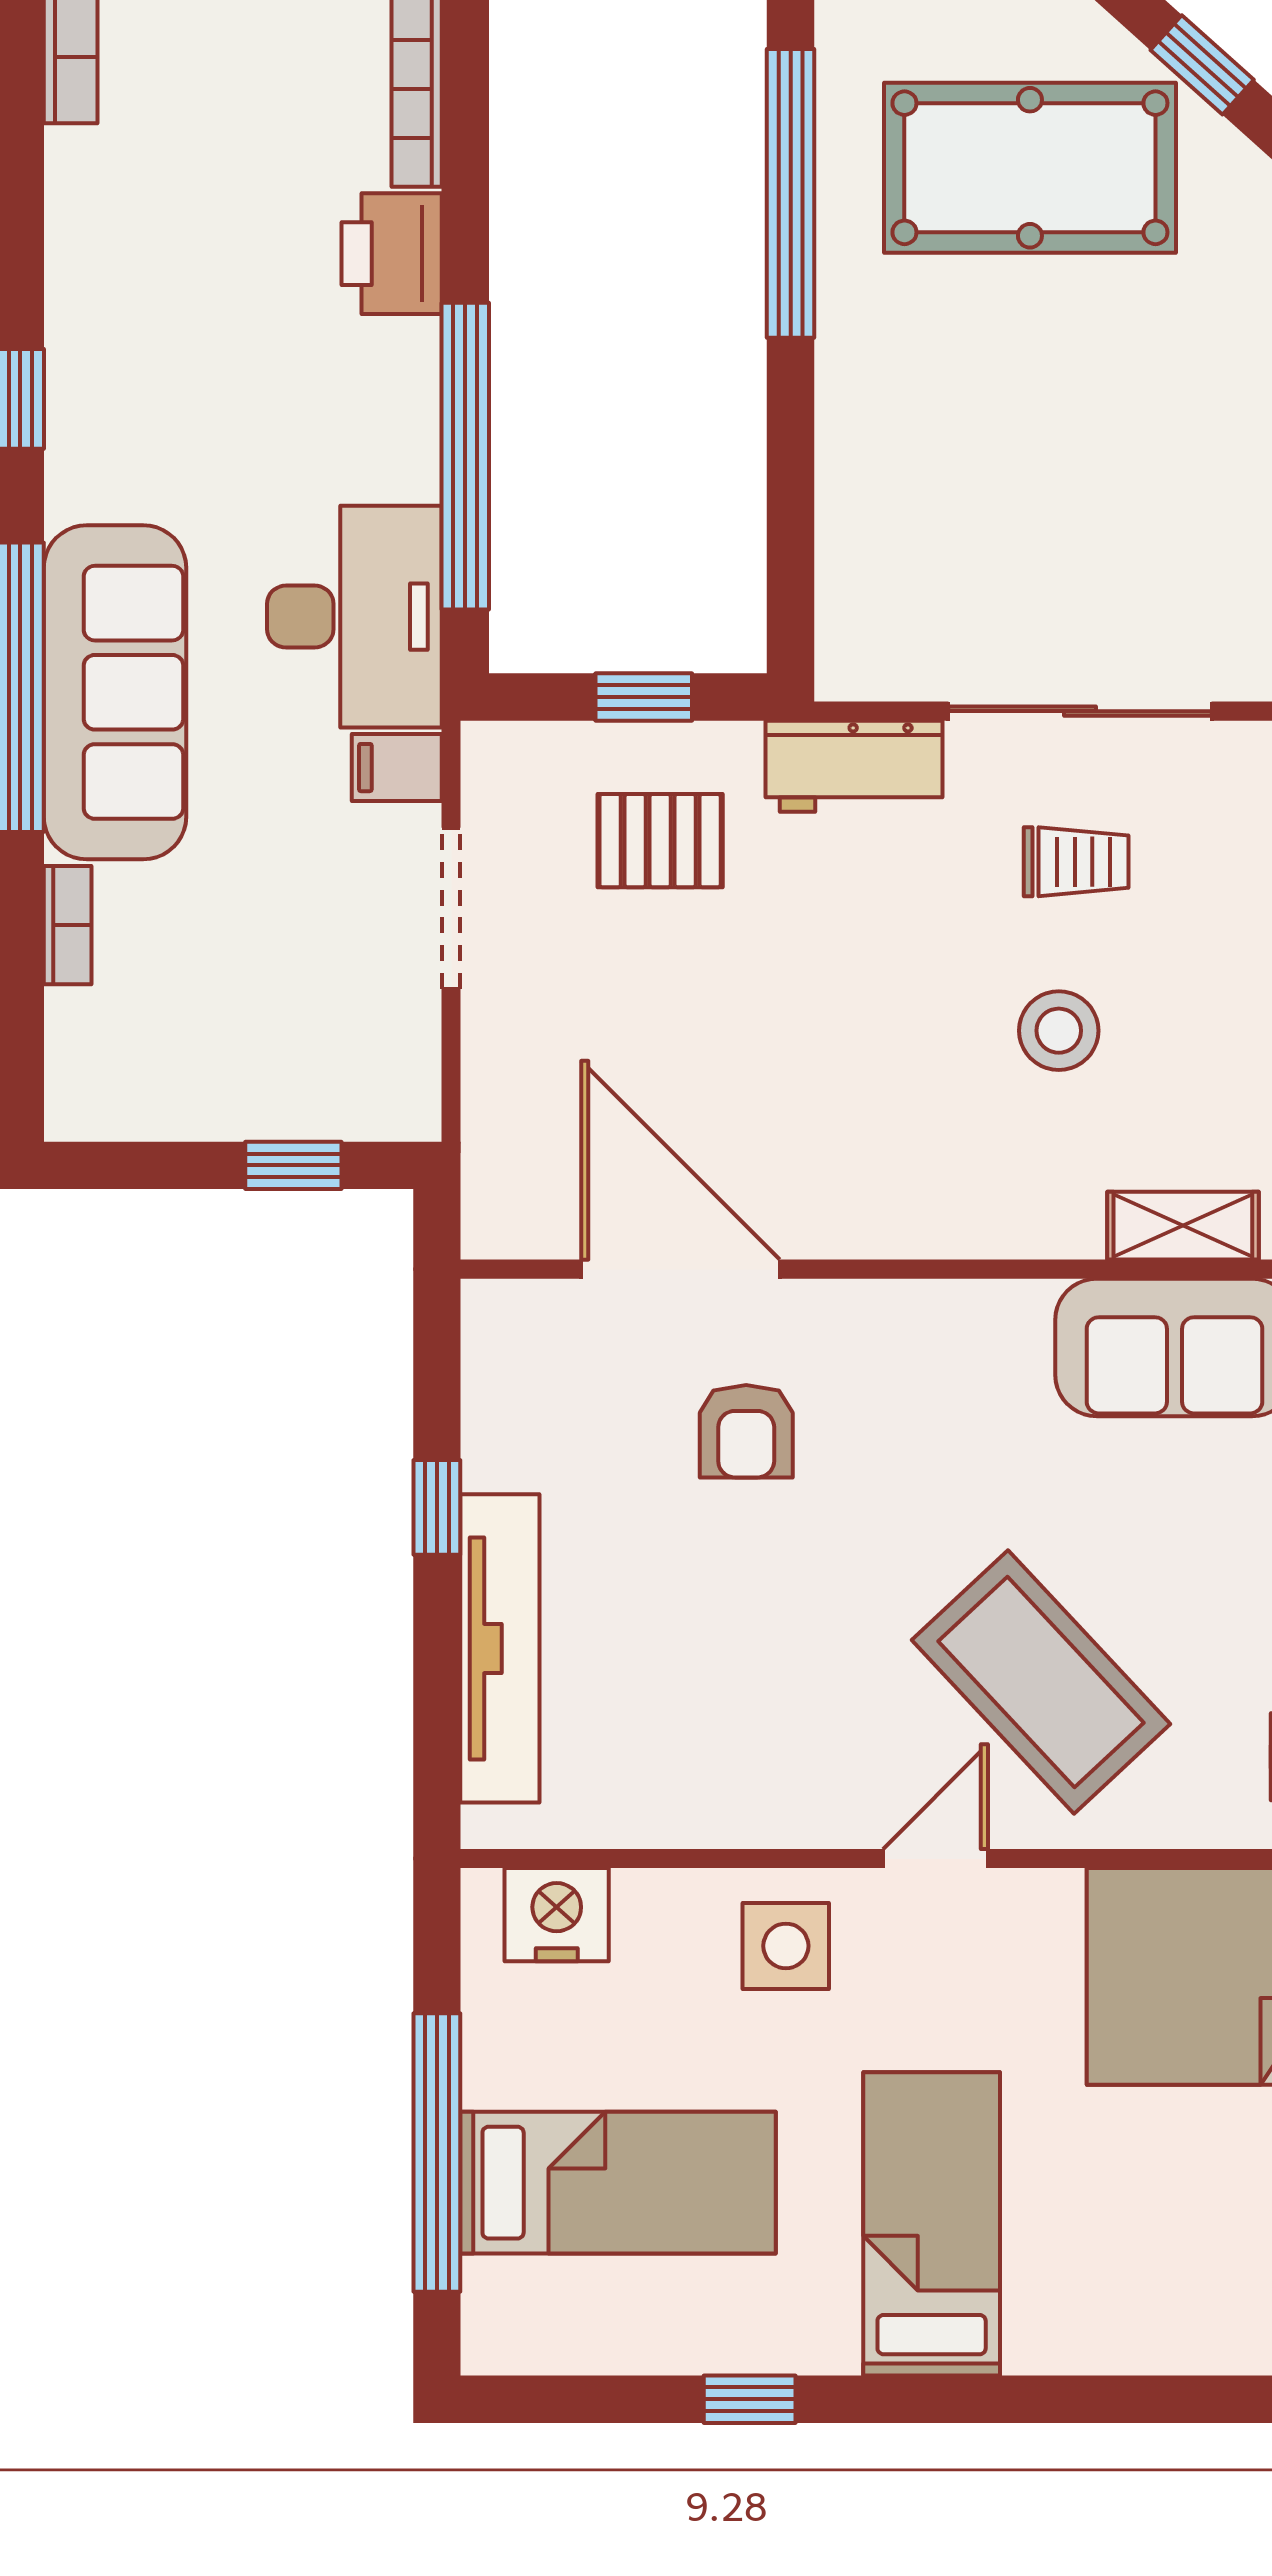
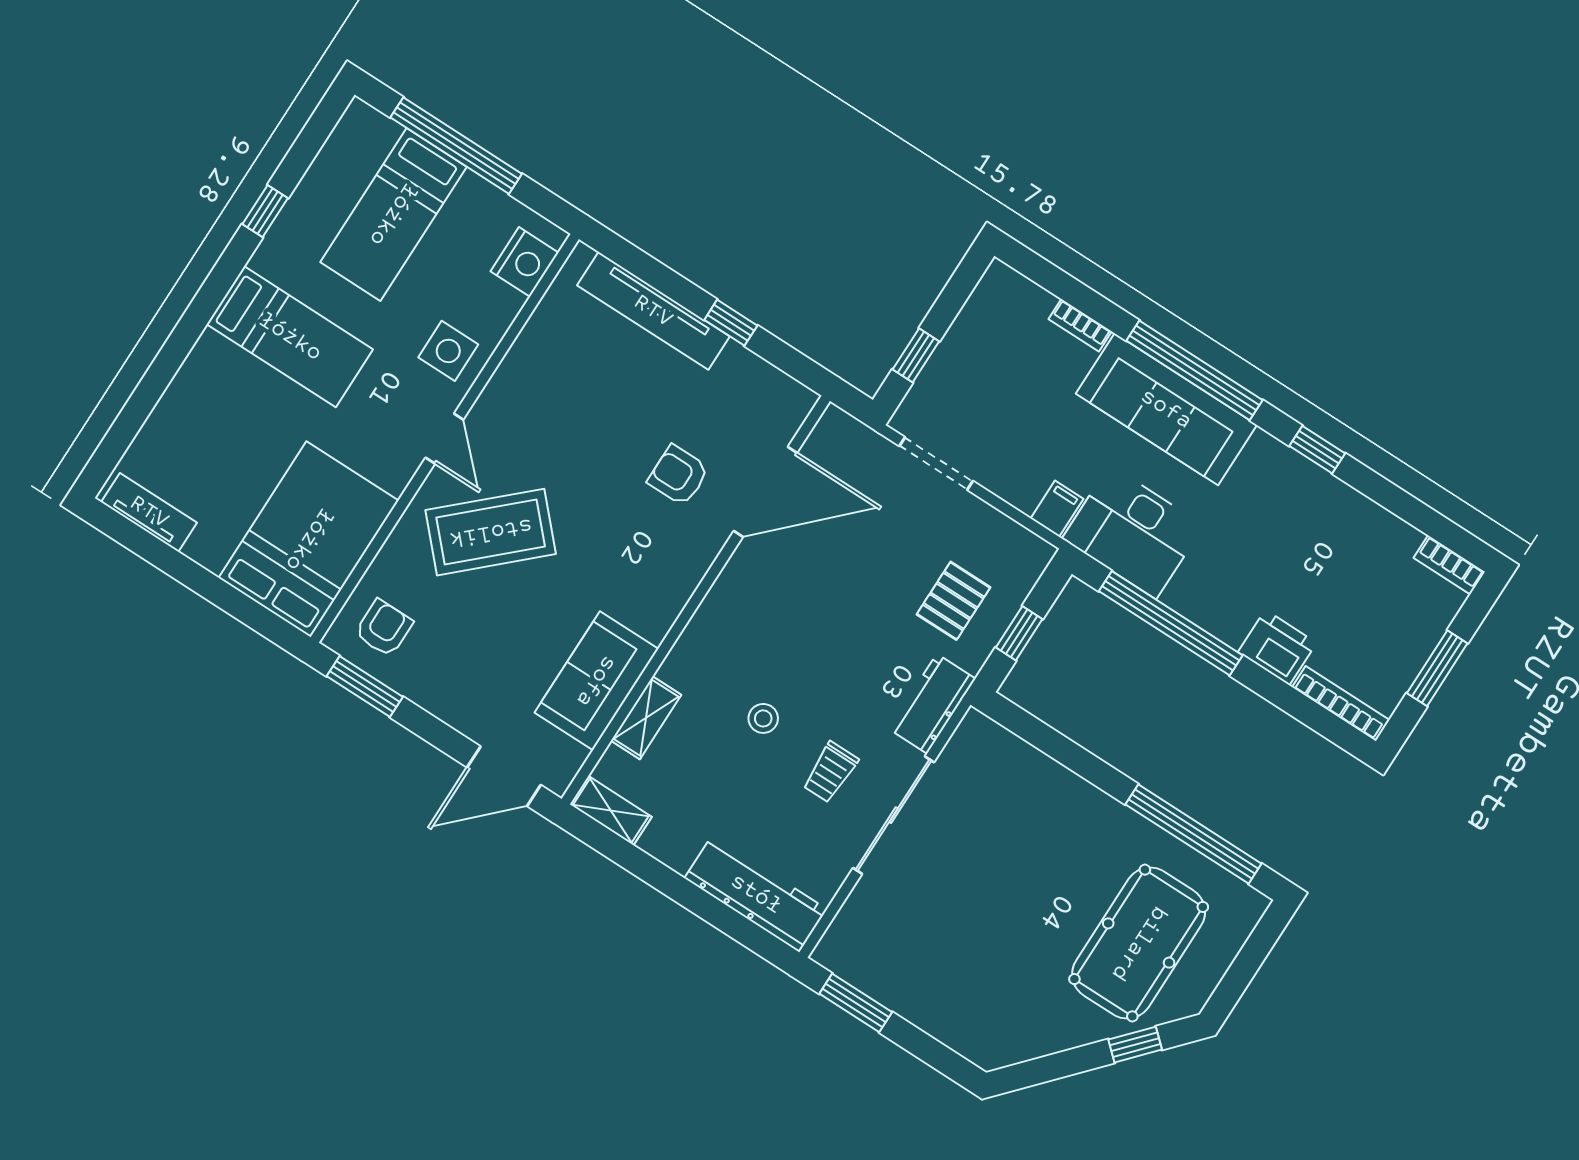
doorway: (451, 908) -> (936, 463), moved
stool: (1059, 1031) -> (763, 718), width x0.73, depth x0.73

